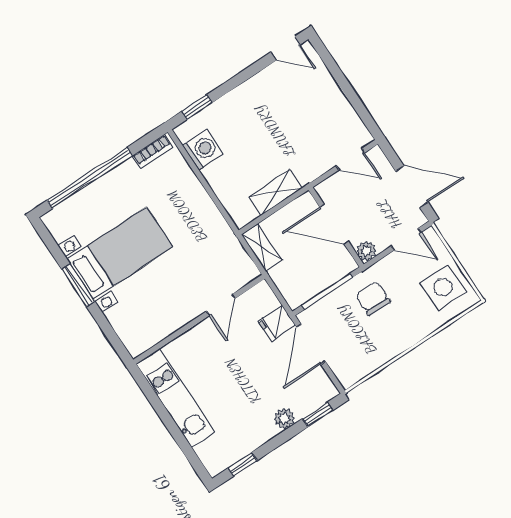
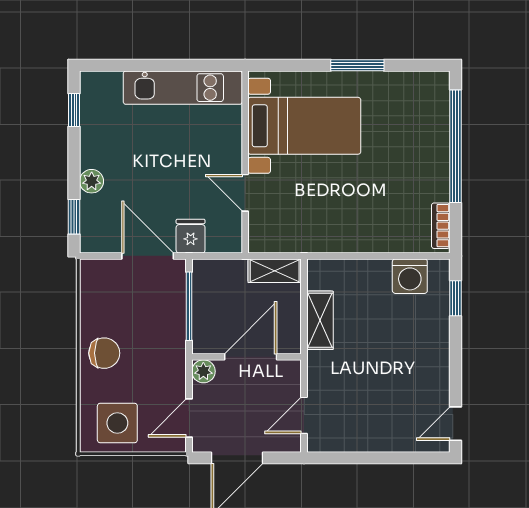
bed with nightstands: (120, 253) -> (304, 126), moved, turned -90
chair: (373, 298) -> (104, 353), moved

